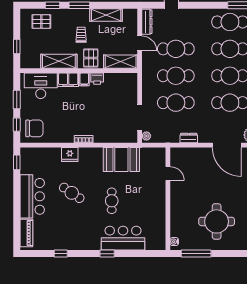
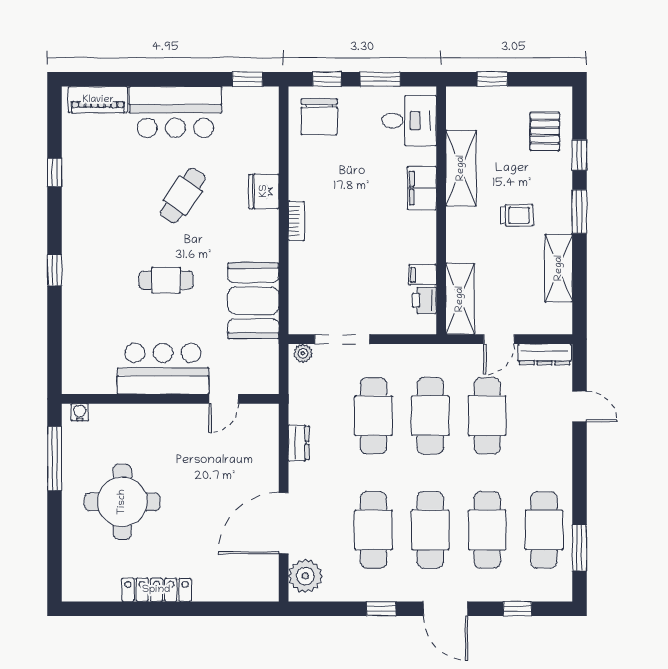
pallet: (91, 58) -> (468, 236), removed
filing cabinet: (84, 79) -> (423, 275), moved
printer: (97, 79) -> (424, 300), moved
desk: (41, 86) -> (409, 121), width x0.73
bar counter: (123, 238) -> (163, 369), moved, turned -90

